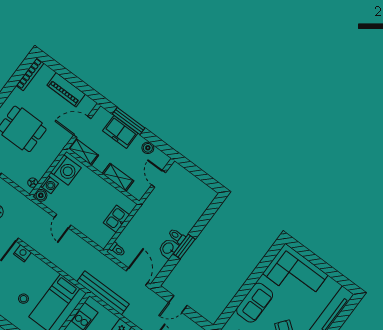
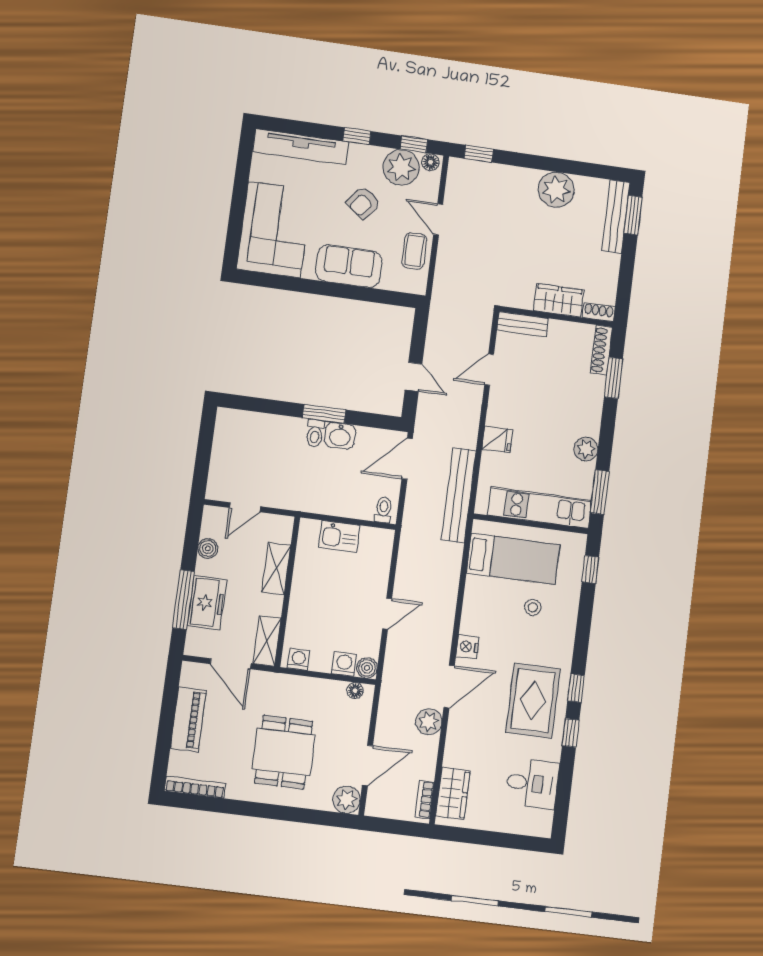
washing machine: (66, 170) -> (299, 659), width x0.53, depth x0.53

